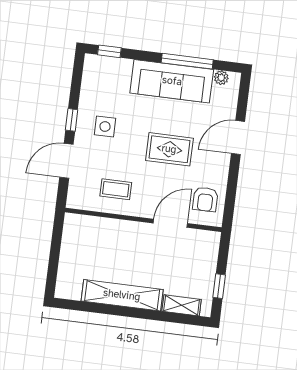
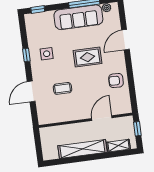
door: (66, 161) -> (31, 91), moved
armchair: (205, 199) -> (116, 81), turned 92
wall: (143, 220) -> (86, 120), moved
door: (170, 223) -> (102, 118), moved

